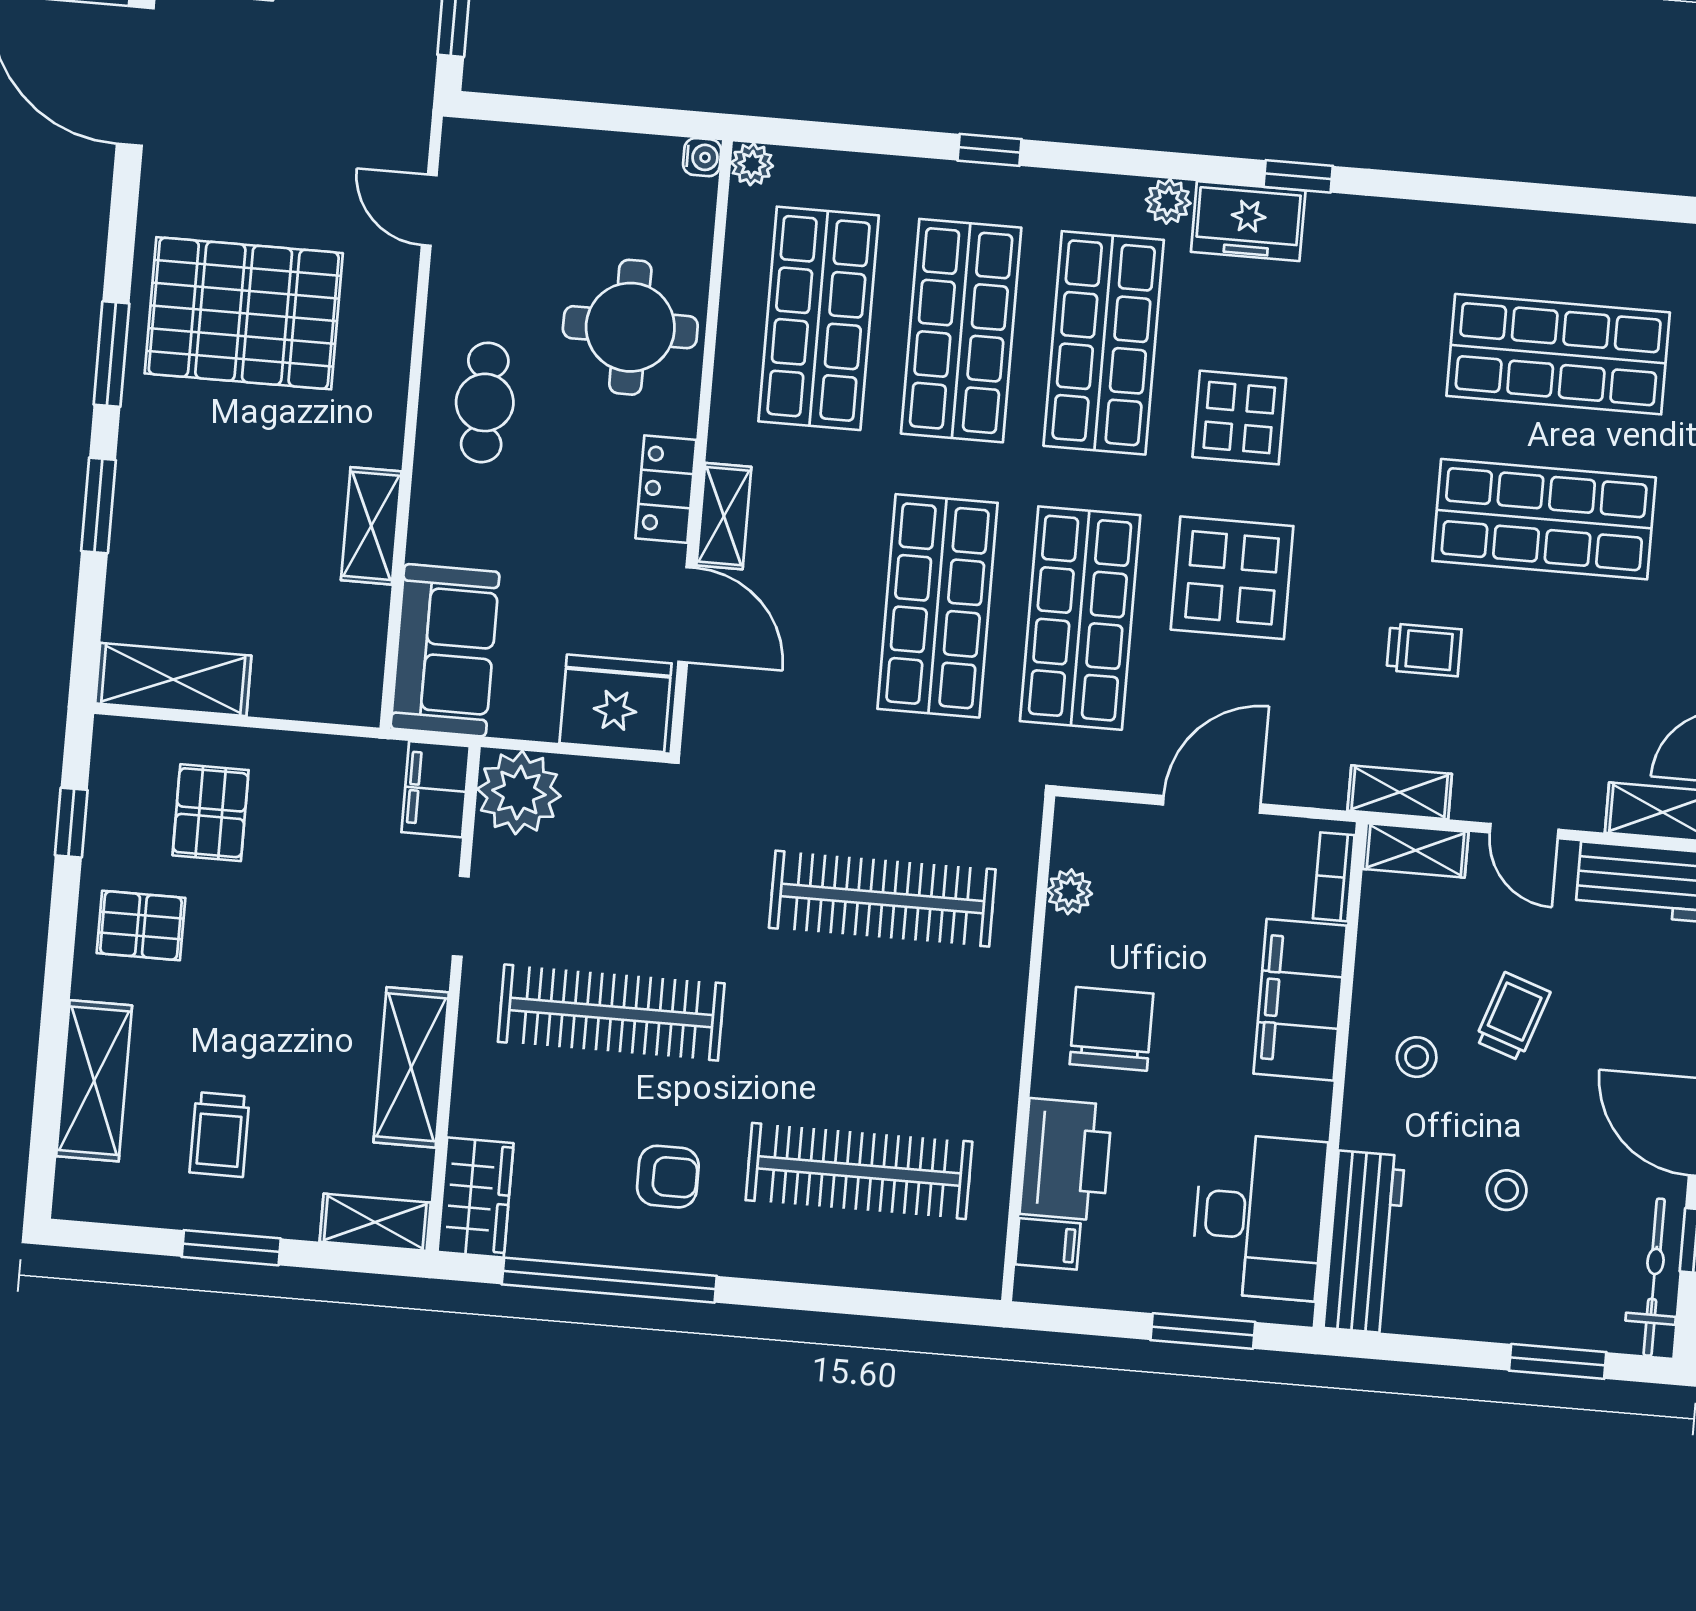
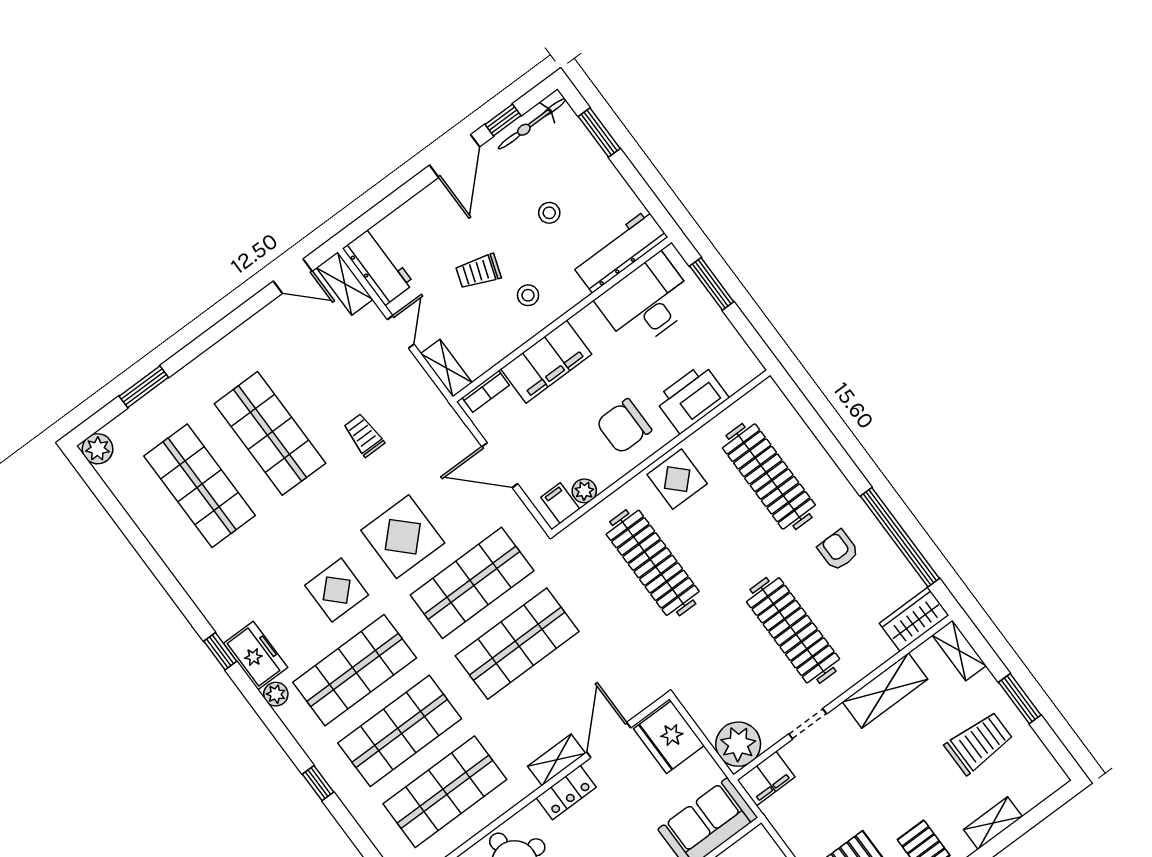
shelving: (1400, 792) -> (429, 395), removed
display table: (970, 1038) -> (677, 479), added
shelving: (94, 1081) -> (993, 823), width x0.67, depth x0.75
trolley: (220, 1135) -> (979, 743), width x1.36, depth x1.39
filing cabinet: (1048, 1244) -> (560, 503), moved

